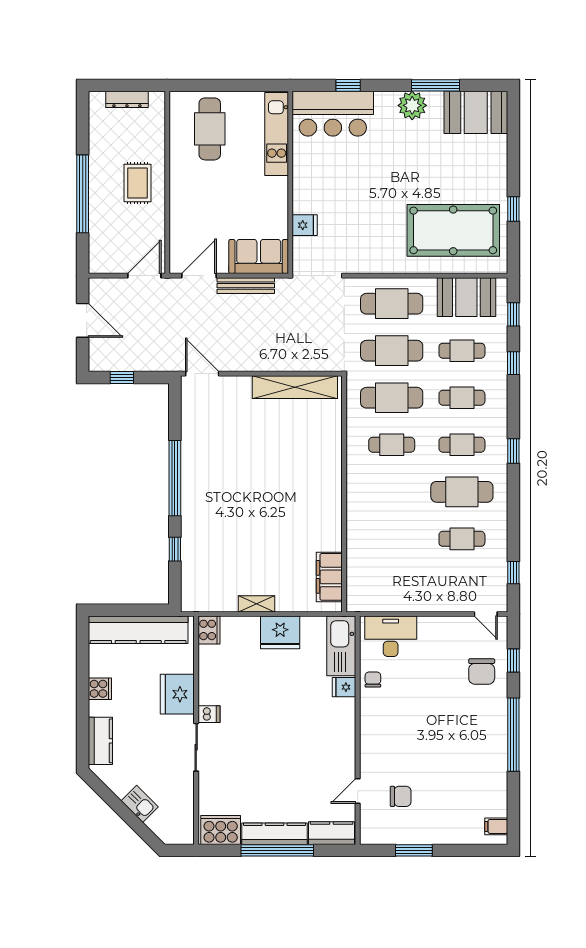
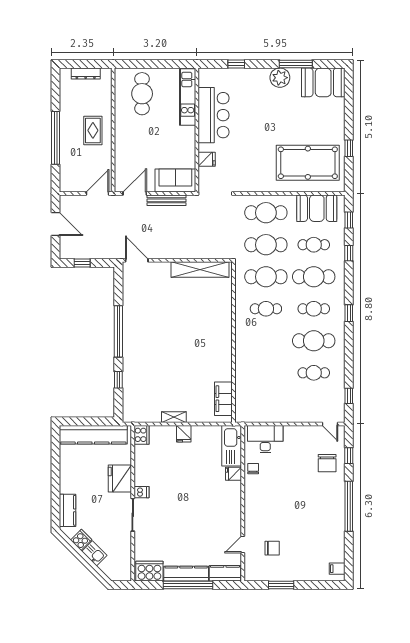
bar counter: (333, 114) -> (214, 115), moved, turned -90
cafe table: (462, 398) -> (314, 277), width x1.37, depth x1.35
fridge: (280, 632) -> (184, 434), width x0.53, depth x0.75
cooker: (100, 689) -> (81, 540), moved, turned -45

